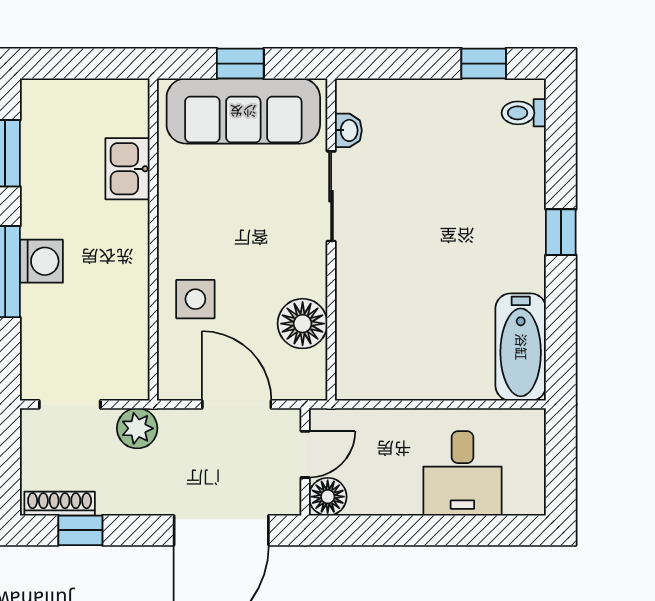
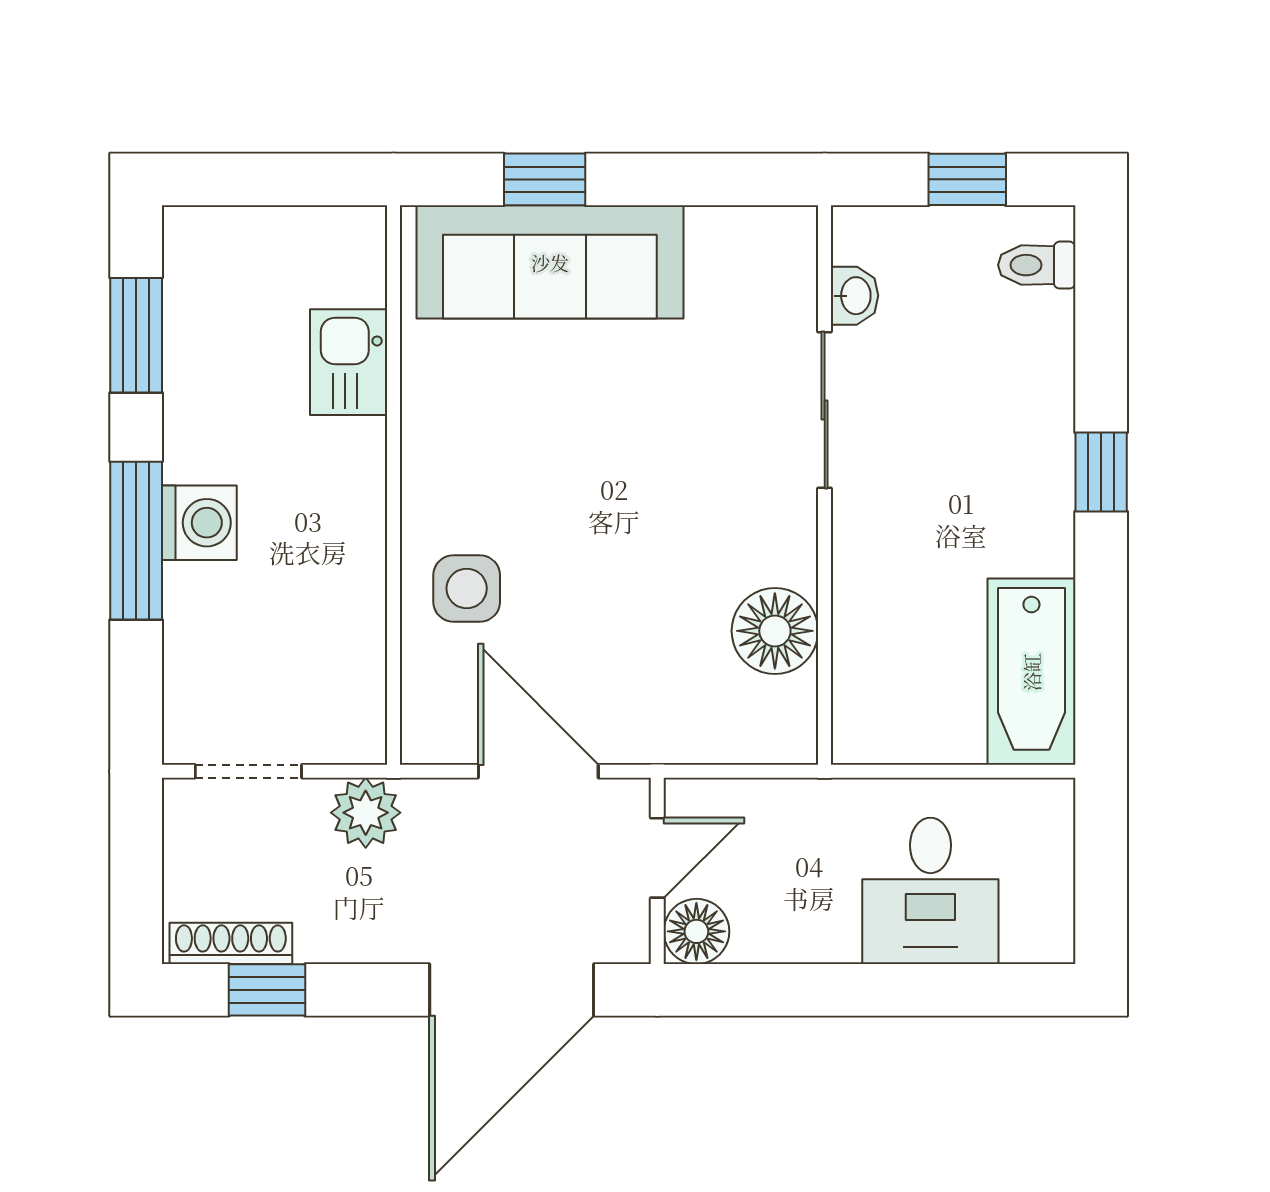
washbasin: (348, 130) -> (854, 296), moved
sliding door: (331, 196) -> (825, 410), moved
wall: (331, 240) -> (825, 485), moved
floor lamp: (303, 324) -> (775, 631), moved

